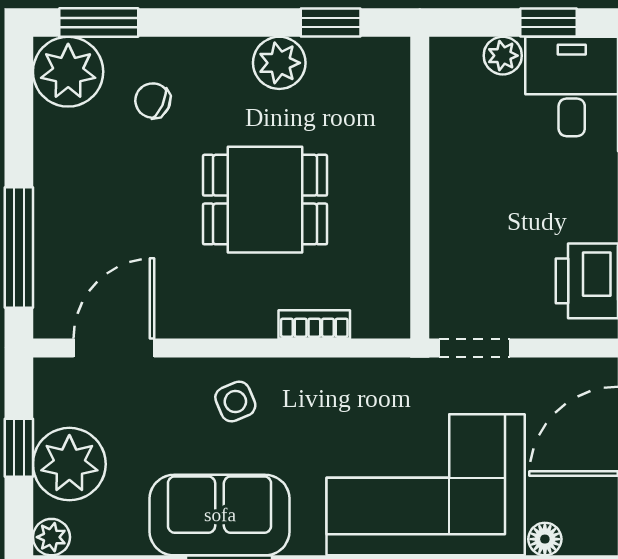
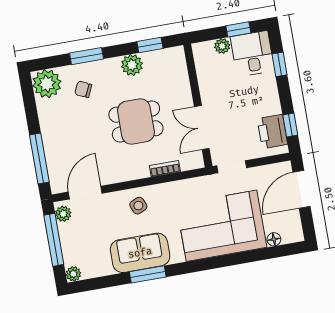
window: (99, 23) -> (87, 56), moved
double door: (420, 242) -> (202, 128), added
window: (19, 448) -> (54, 240), width x2.17
plant: (69, 464) -> (63, 214), moved, width x0.53, depth x0.53

